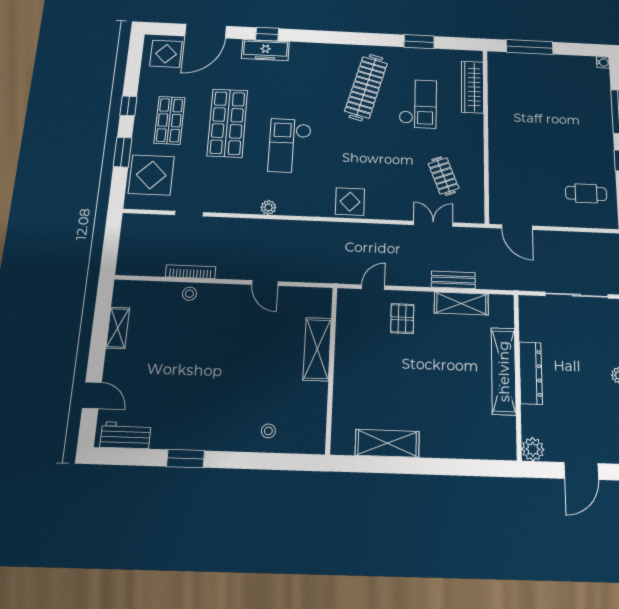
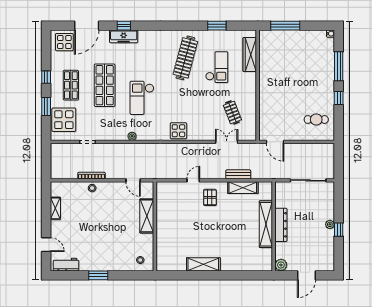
shelving: (317, 349) -> (147, 216), moved
wall: (331, 369) -> (155, 226), moved

